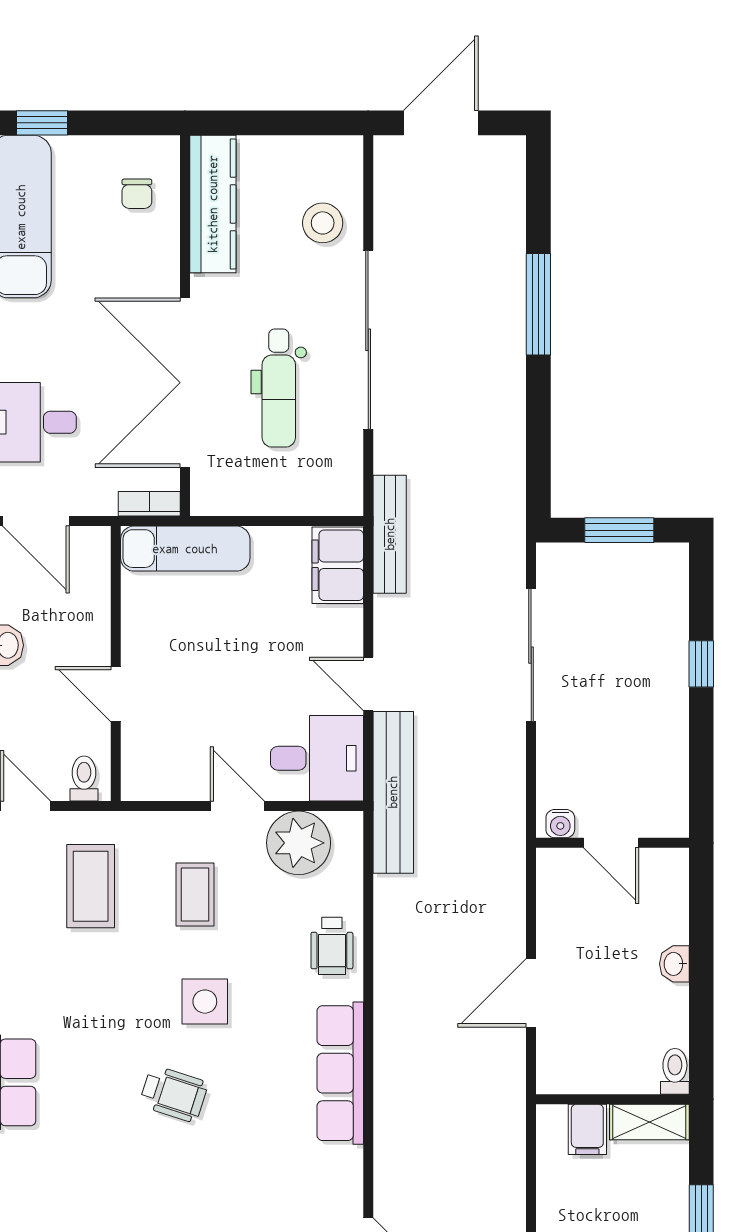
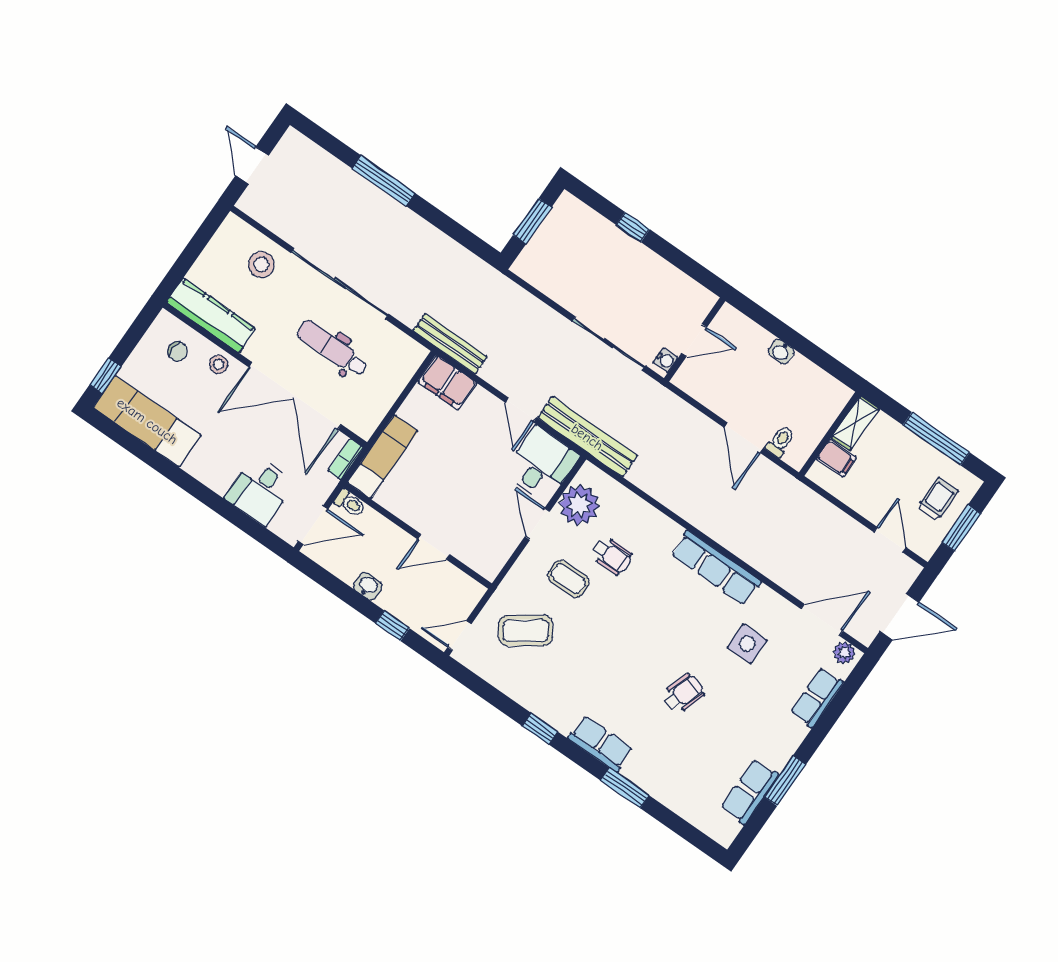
door: (441, 123) -> (252, 165), width x0.73
stool: (157, 257) -> (219, 364), added
dental chair: (279, 388) -> (332, 348), turned 180
sliding door: (531, 655) -> (609, 343), moved
door: (368, 684) -> (521, 410), hinge flipped
toilet: (84, 779) -> (350, 503), moved, turned 180
door: (237, 806) -> (537, 524), hinge flipped
coffee table: (91, 886) -> (526, 631), turned -35
wheelchair: (332, 946) -> (612, 556), moved
side table: (205, 1002) -> (747, 644), moved
toilet: (675, 1071) -> (780, 441), moved, turned 90
wheelchair: (174, 1094) -> (683, 694), moved

